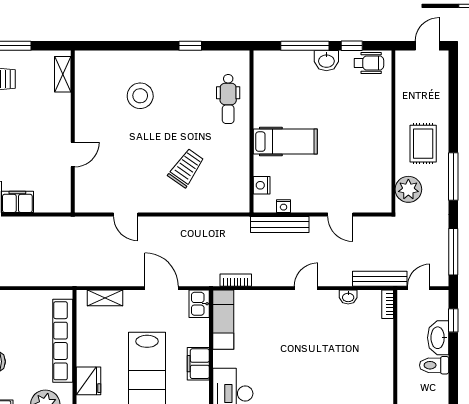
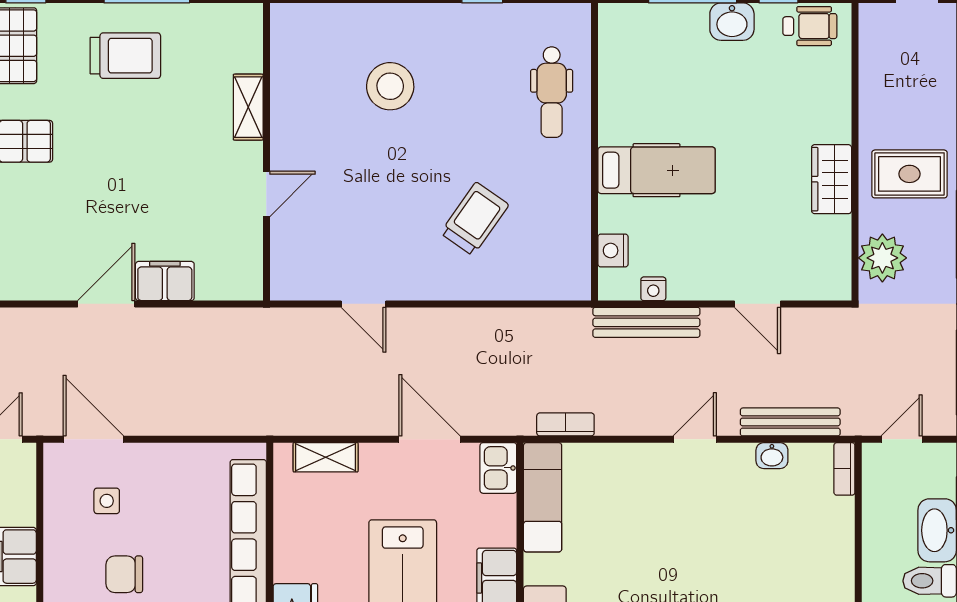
shelving: (63, 74) -> (248, 107), moved
rug: (423, 144) -> (909, 174), turned 90
wardrobe: (381, 146) -> (832, 179), added
bench: (380, 279) -> (790, 422), moved

